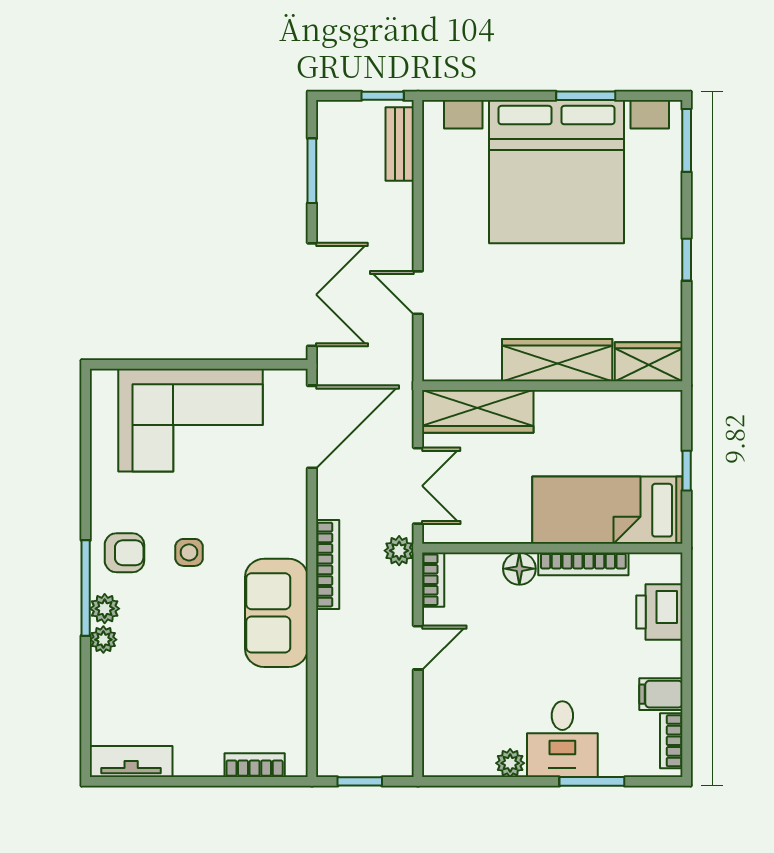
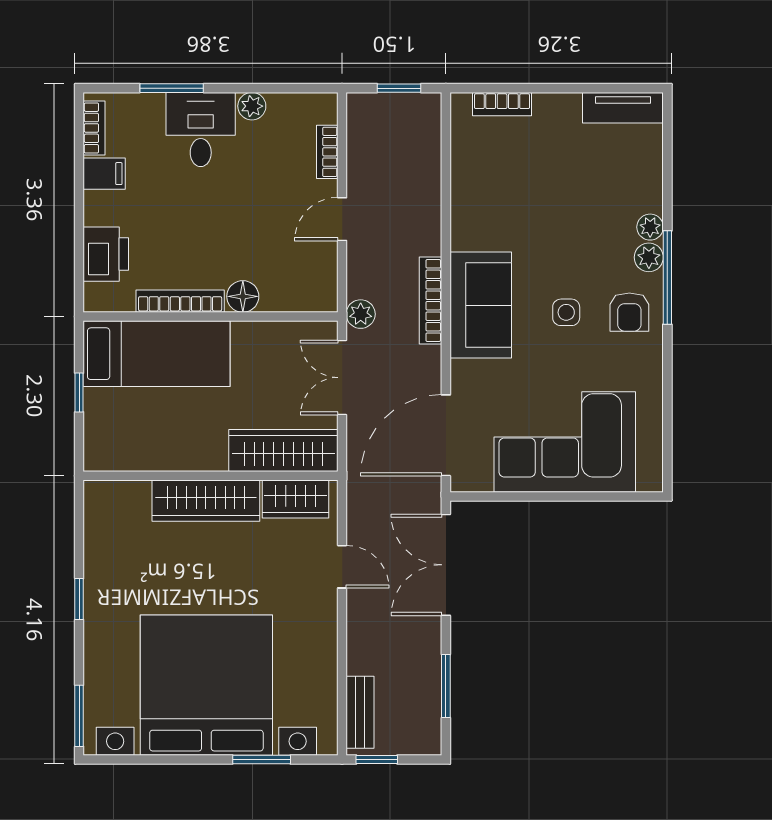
window: (586, 96) -> (262, 759), moved
wardrobe: (649, 362) -> (296, 499), moved
armchair: (124, 553) -> (629, 312), turned -90
bookcase: (433, 580) -> (327, 152), moved
sofa: (276, 613) -> (481, 305), moved

